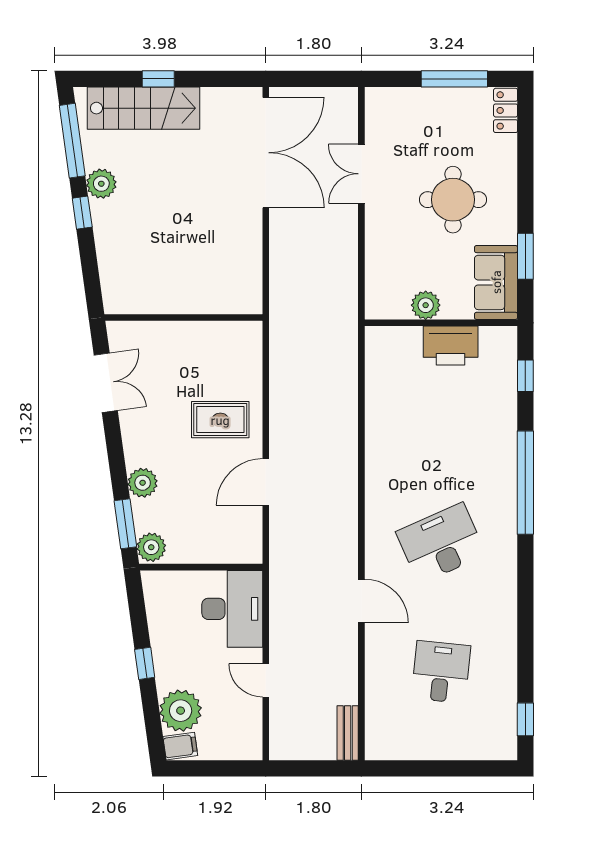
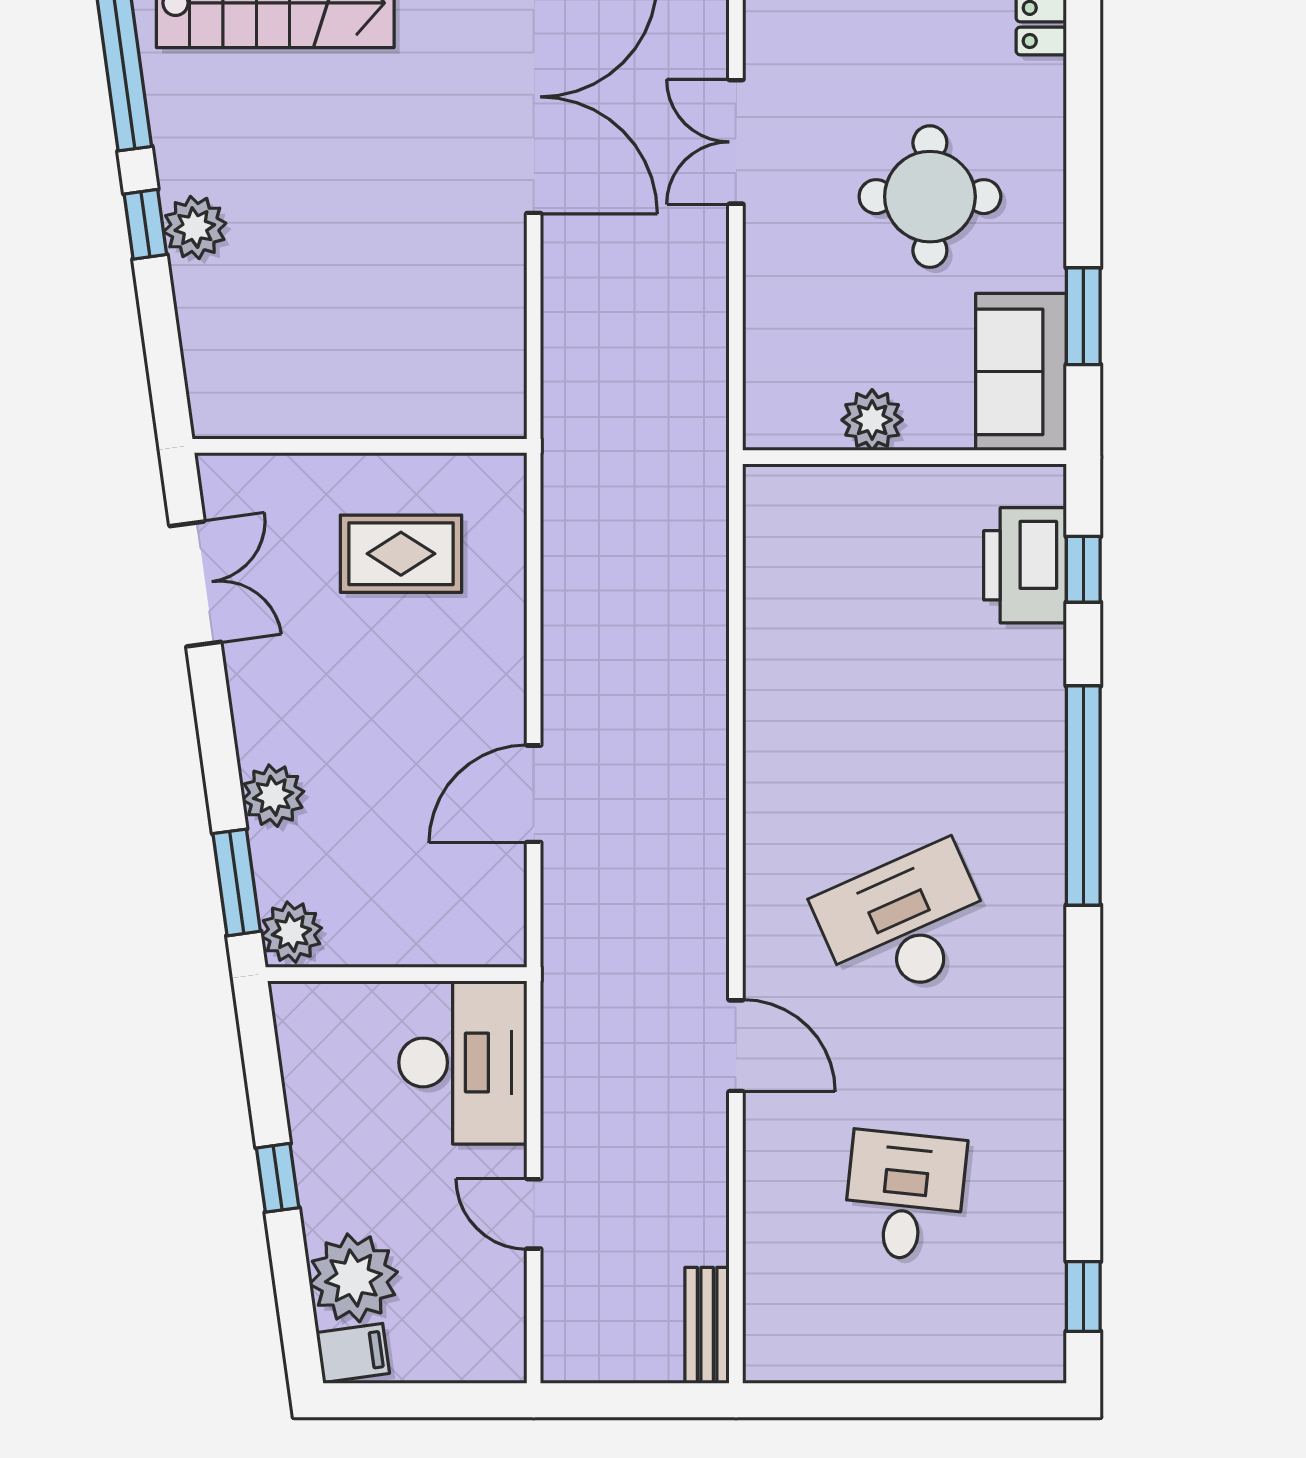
plant: (101, 184) -> (195, 228), moved
printer: (451, 346) -> (1025, 565), moved, turned 90
rug: (220, 420) -> (401, 554), moved

